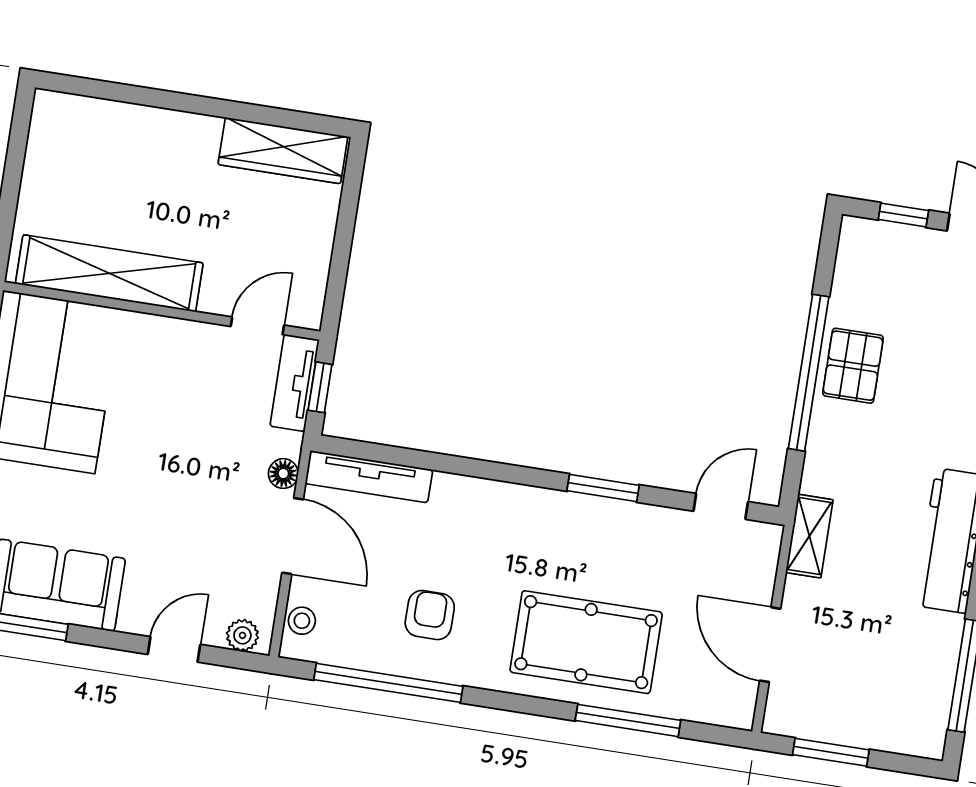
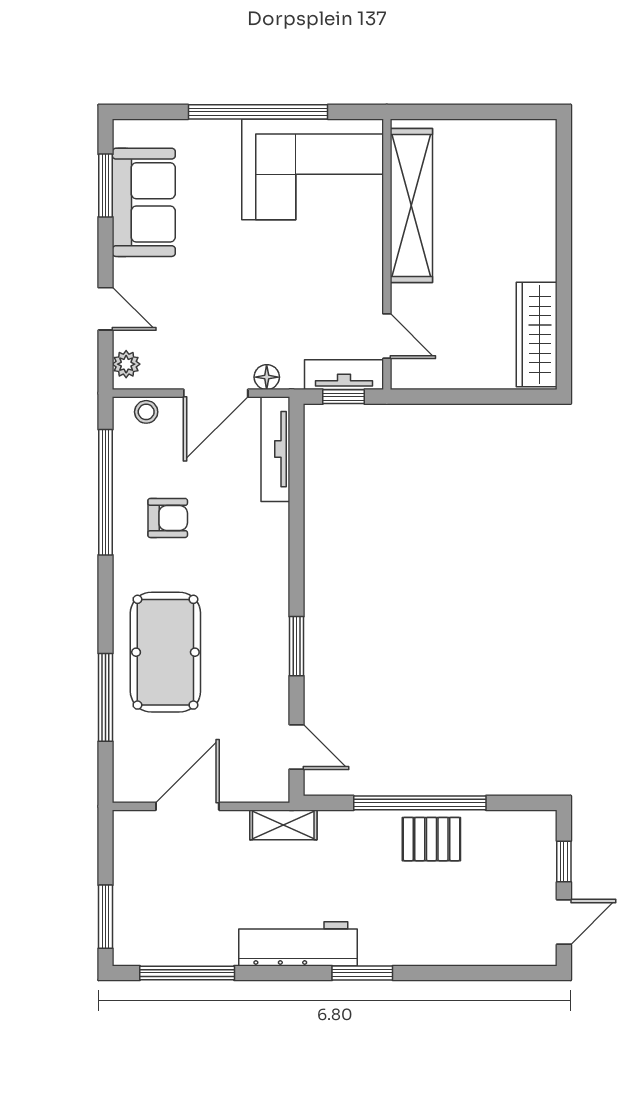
window: (831, 752) -> (106, 917), moved

